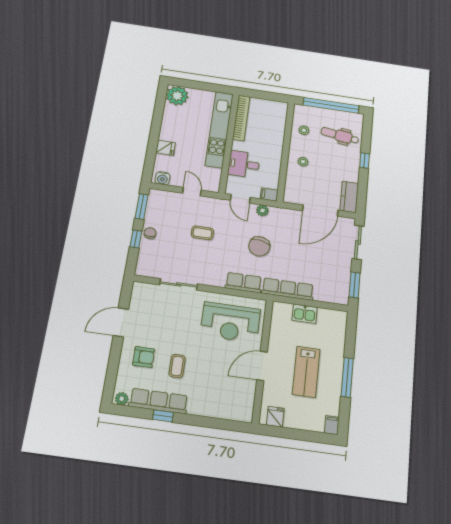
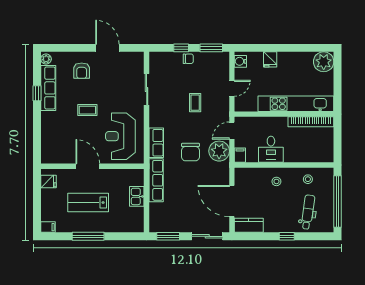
desk: (244, 164) -> (271, 149), moved, turned 180
plant: (262, 211) -> (219, 151), width x1.87, depth x1.87
chair: (259, 246) -> (190, 152), turned -101
coffee table: (177, 366) -> (87, 110), moved

